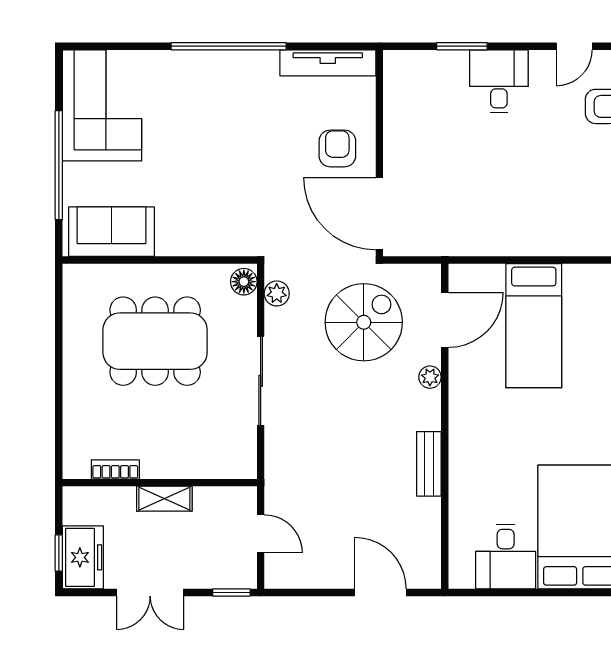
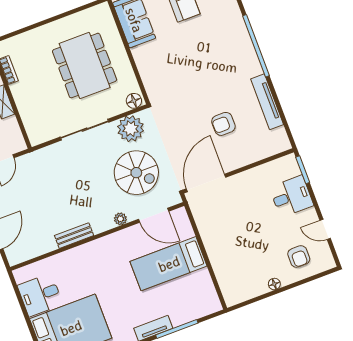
armchair: (337, 148) -> (223, 124), turned 180
wall: (379, 153) -> (238, 171), moved
door: (379, 214) -> (206, 183), moved
plant: (277, 293) -> (131, 129), width x1.87, depth x1.87

